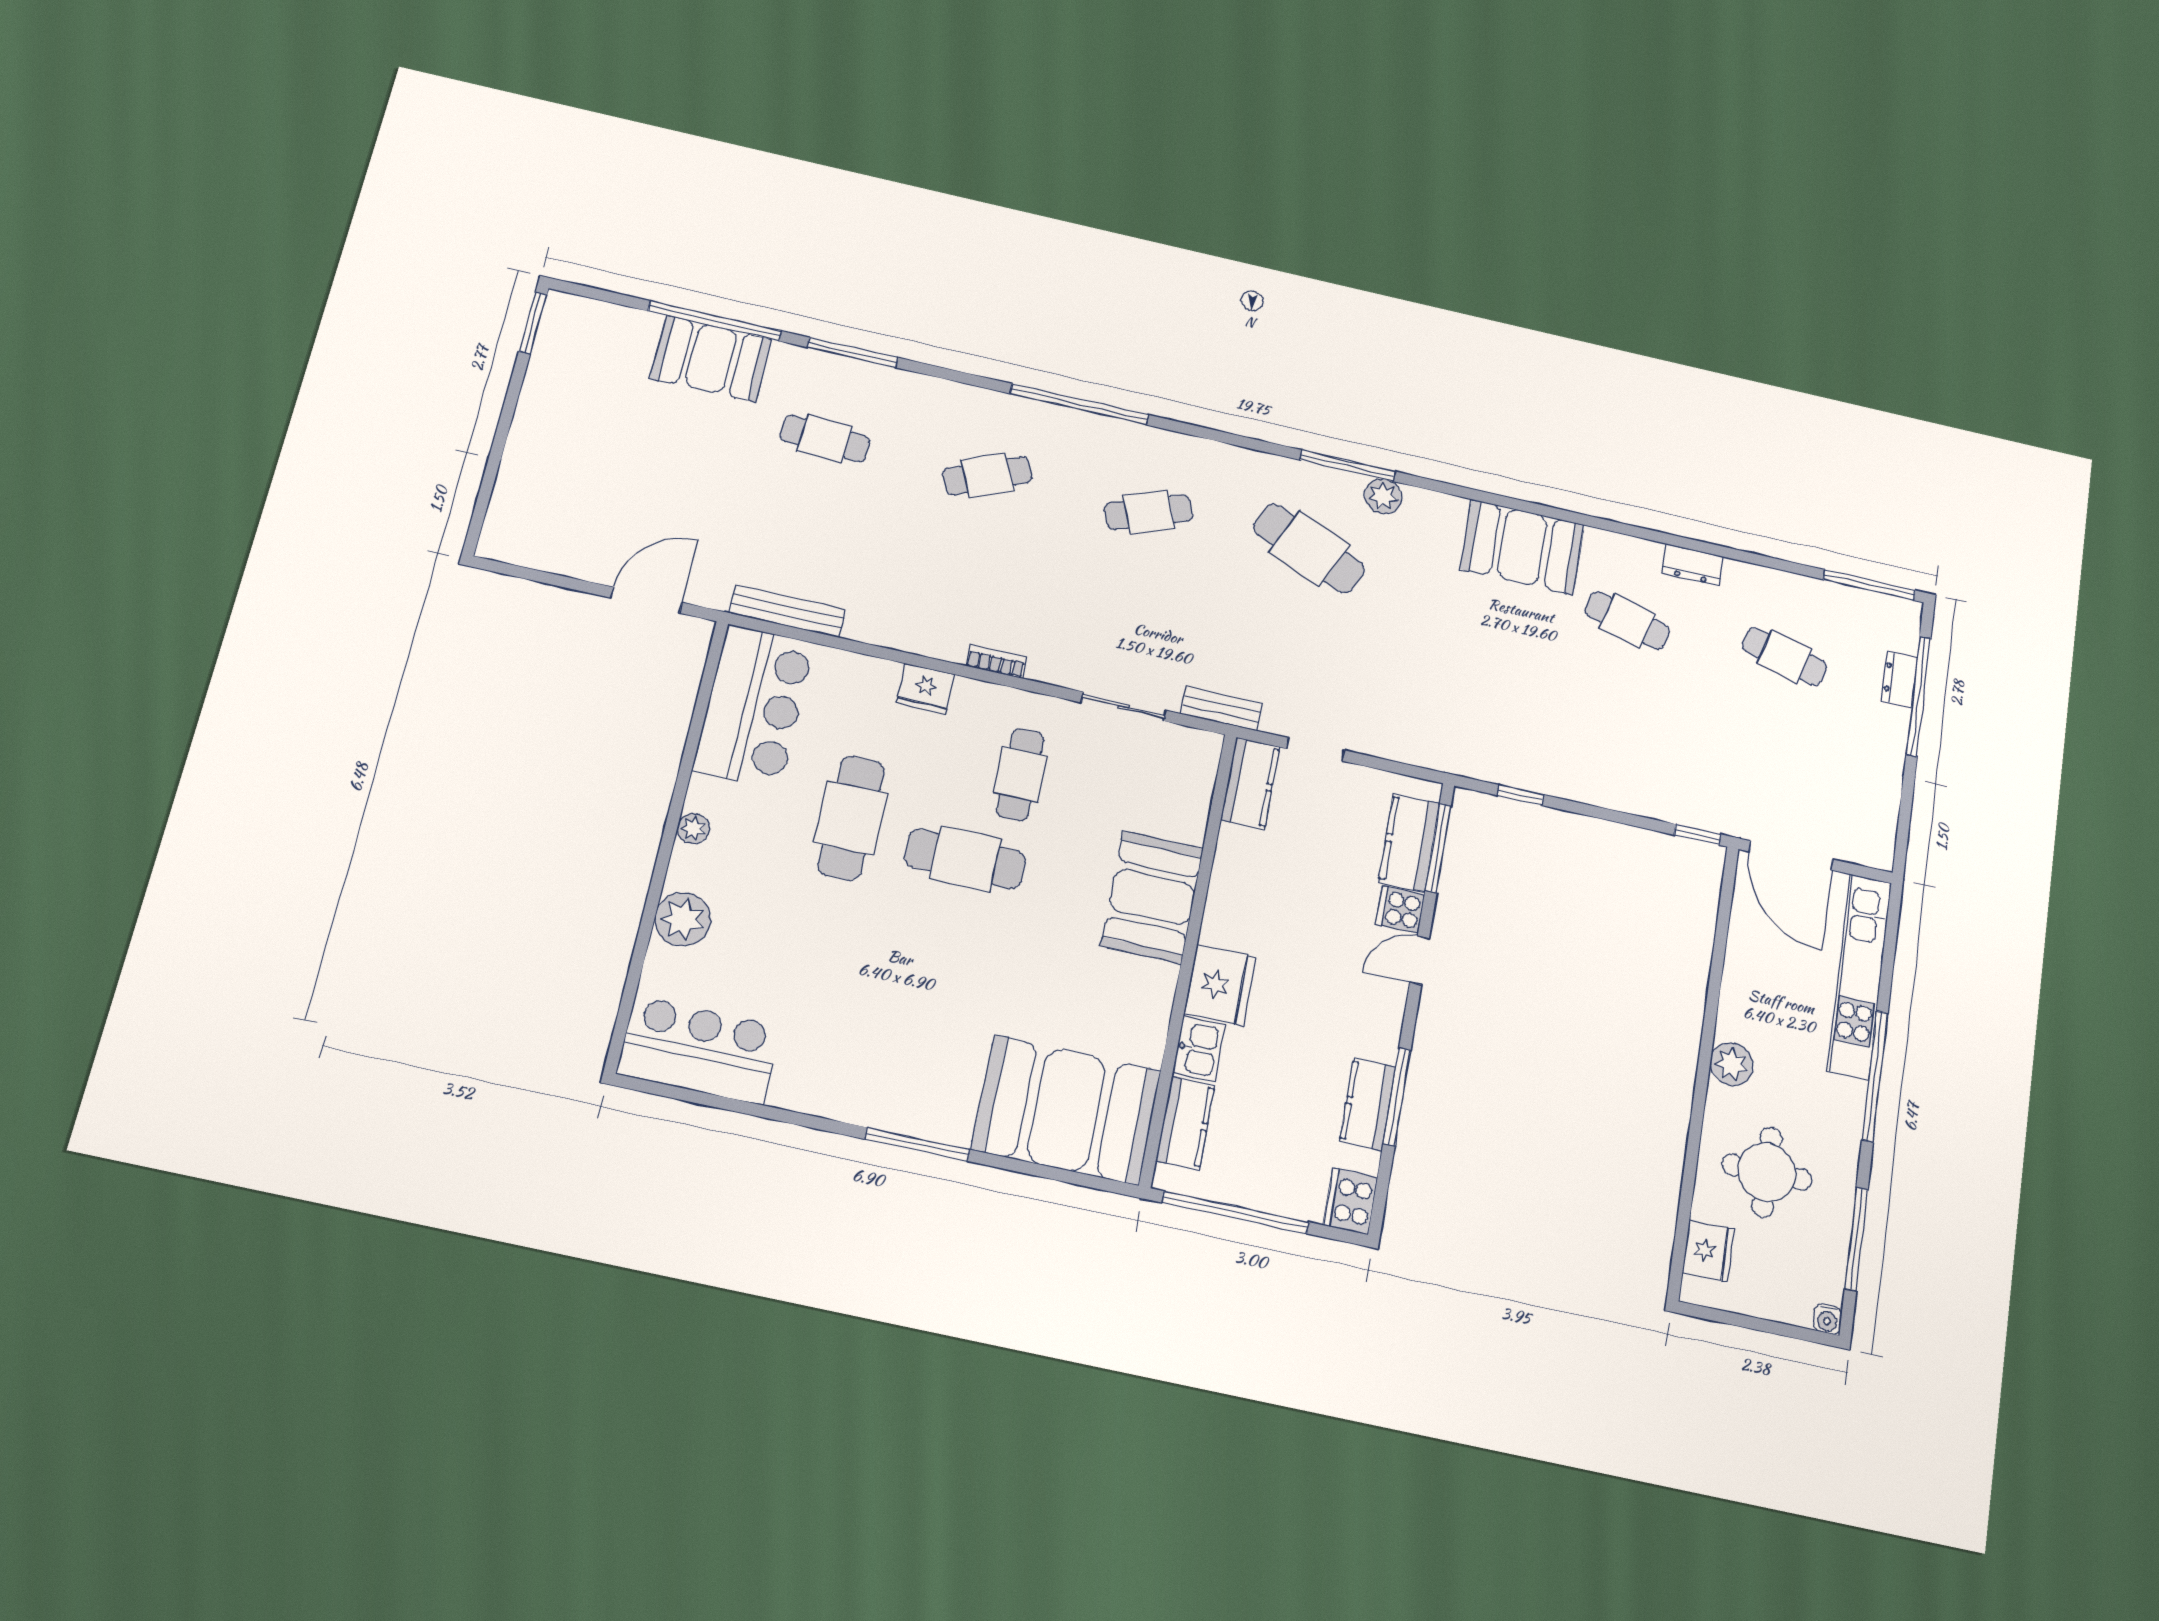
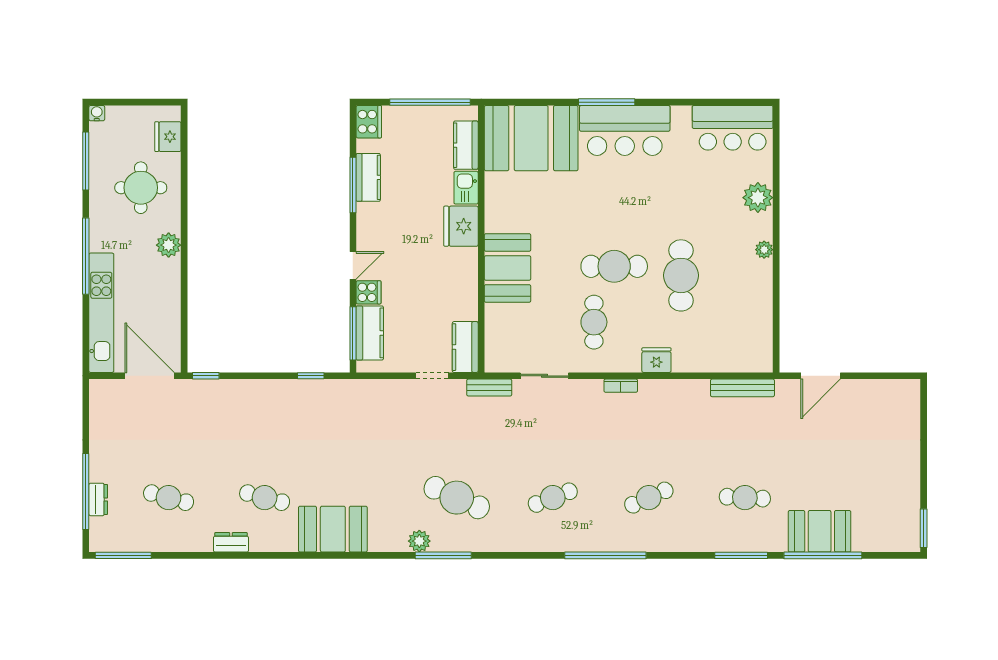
bar counter: (754, 706) -> (625, 130), moved, turned -90

